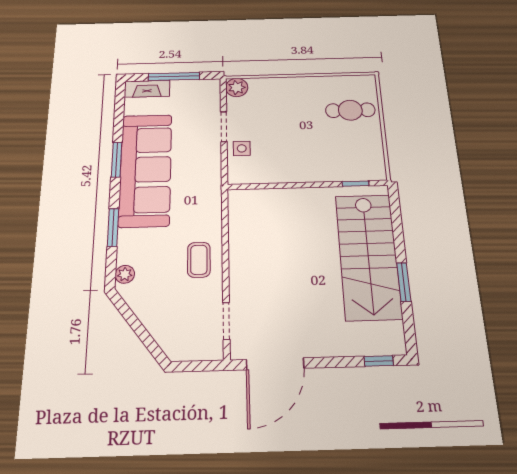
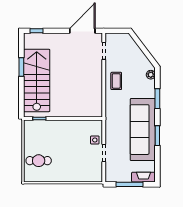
plant: (237, 87) -> (97, 176), removed

